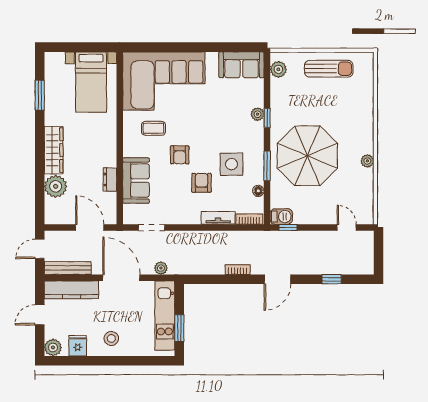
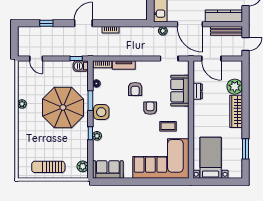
side table: (232, 164) -> (101, 112), moved

